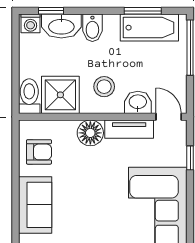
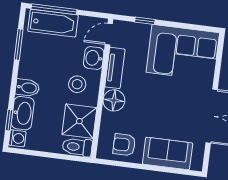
bathtub: (149, 28) -> (53, 23), moved, turned 90
armchair: (39, 152) -> (124, 145), turned -90

